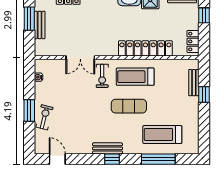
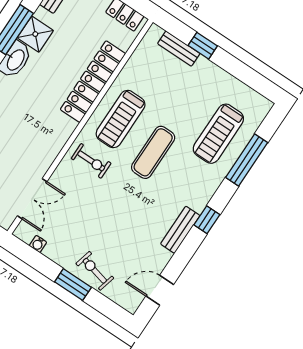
double door: (80, 58) -> (32, 199), moved
bench: (108, 148) -> (180, 230), moved

